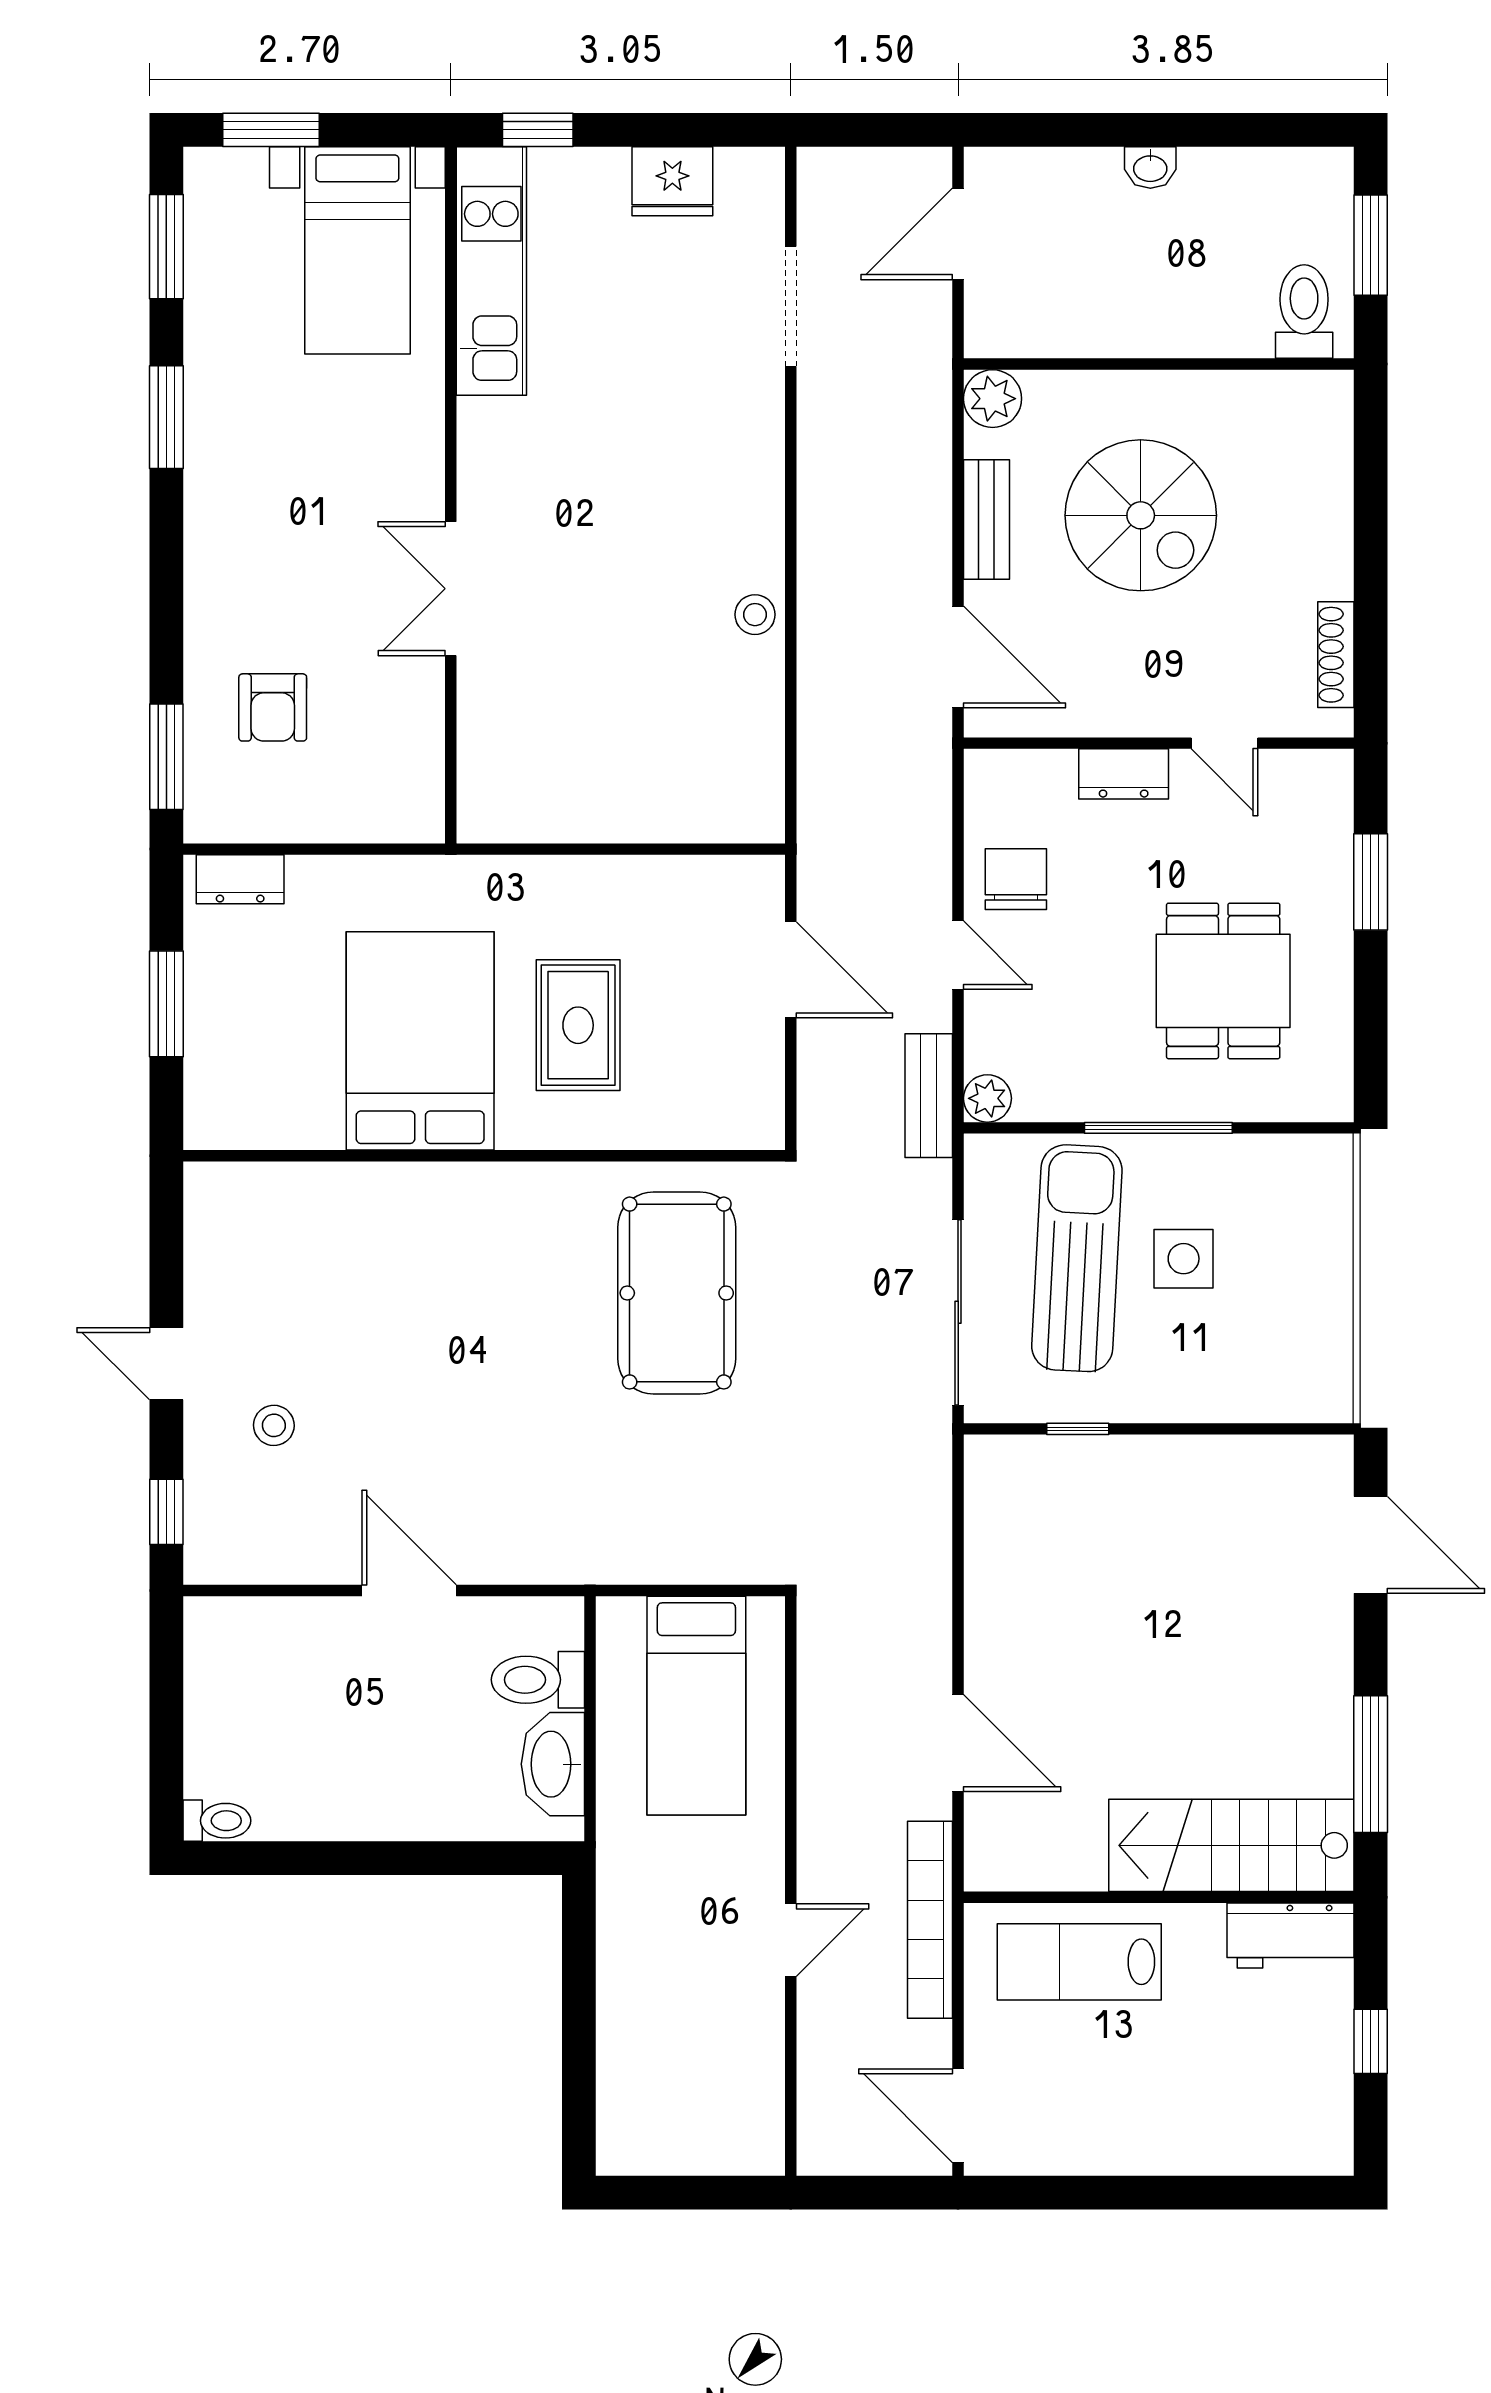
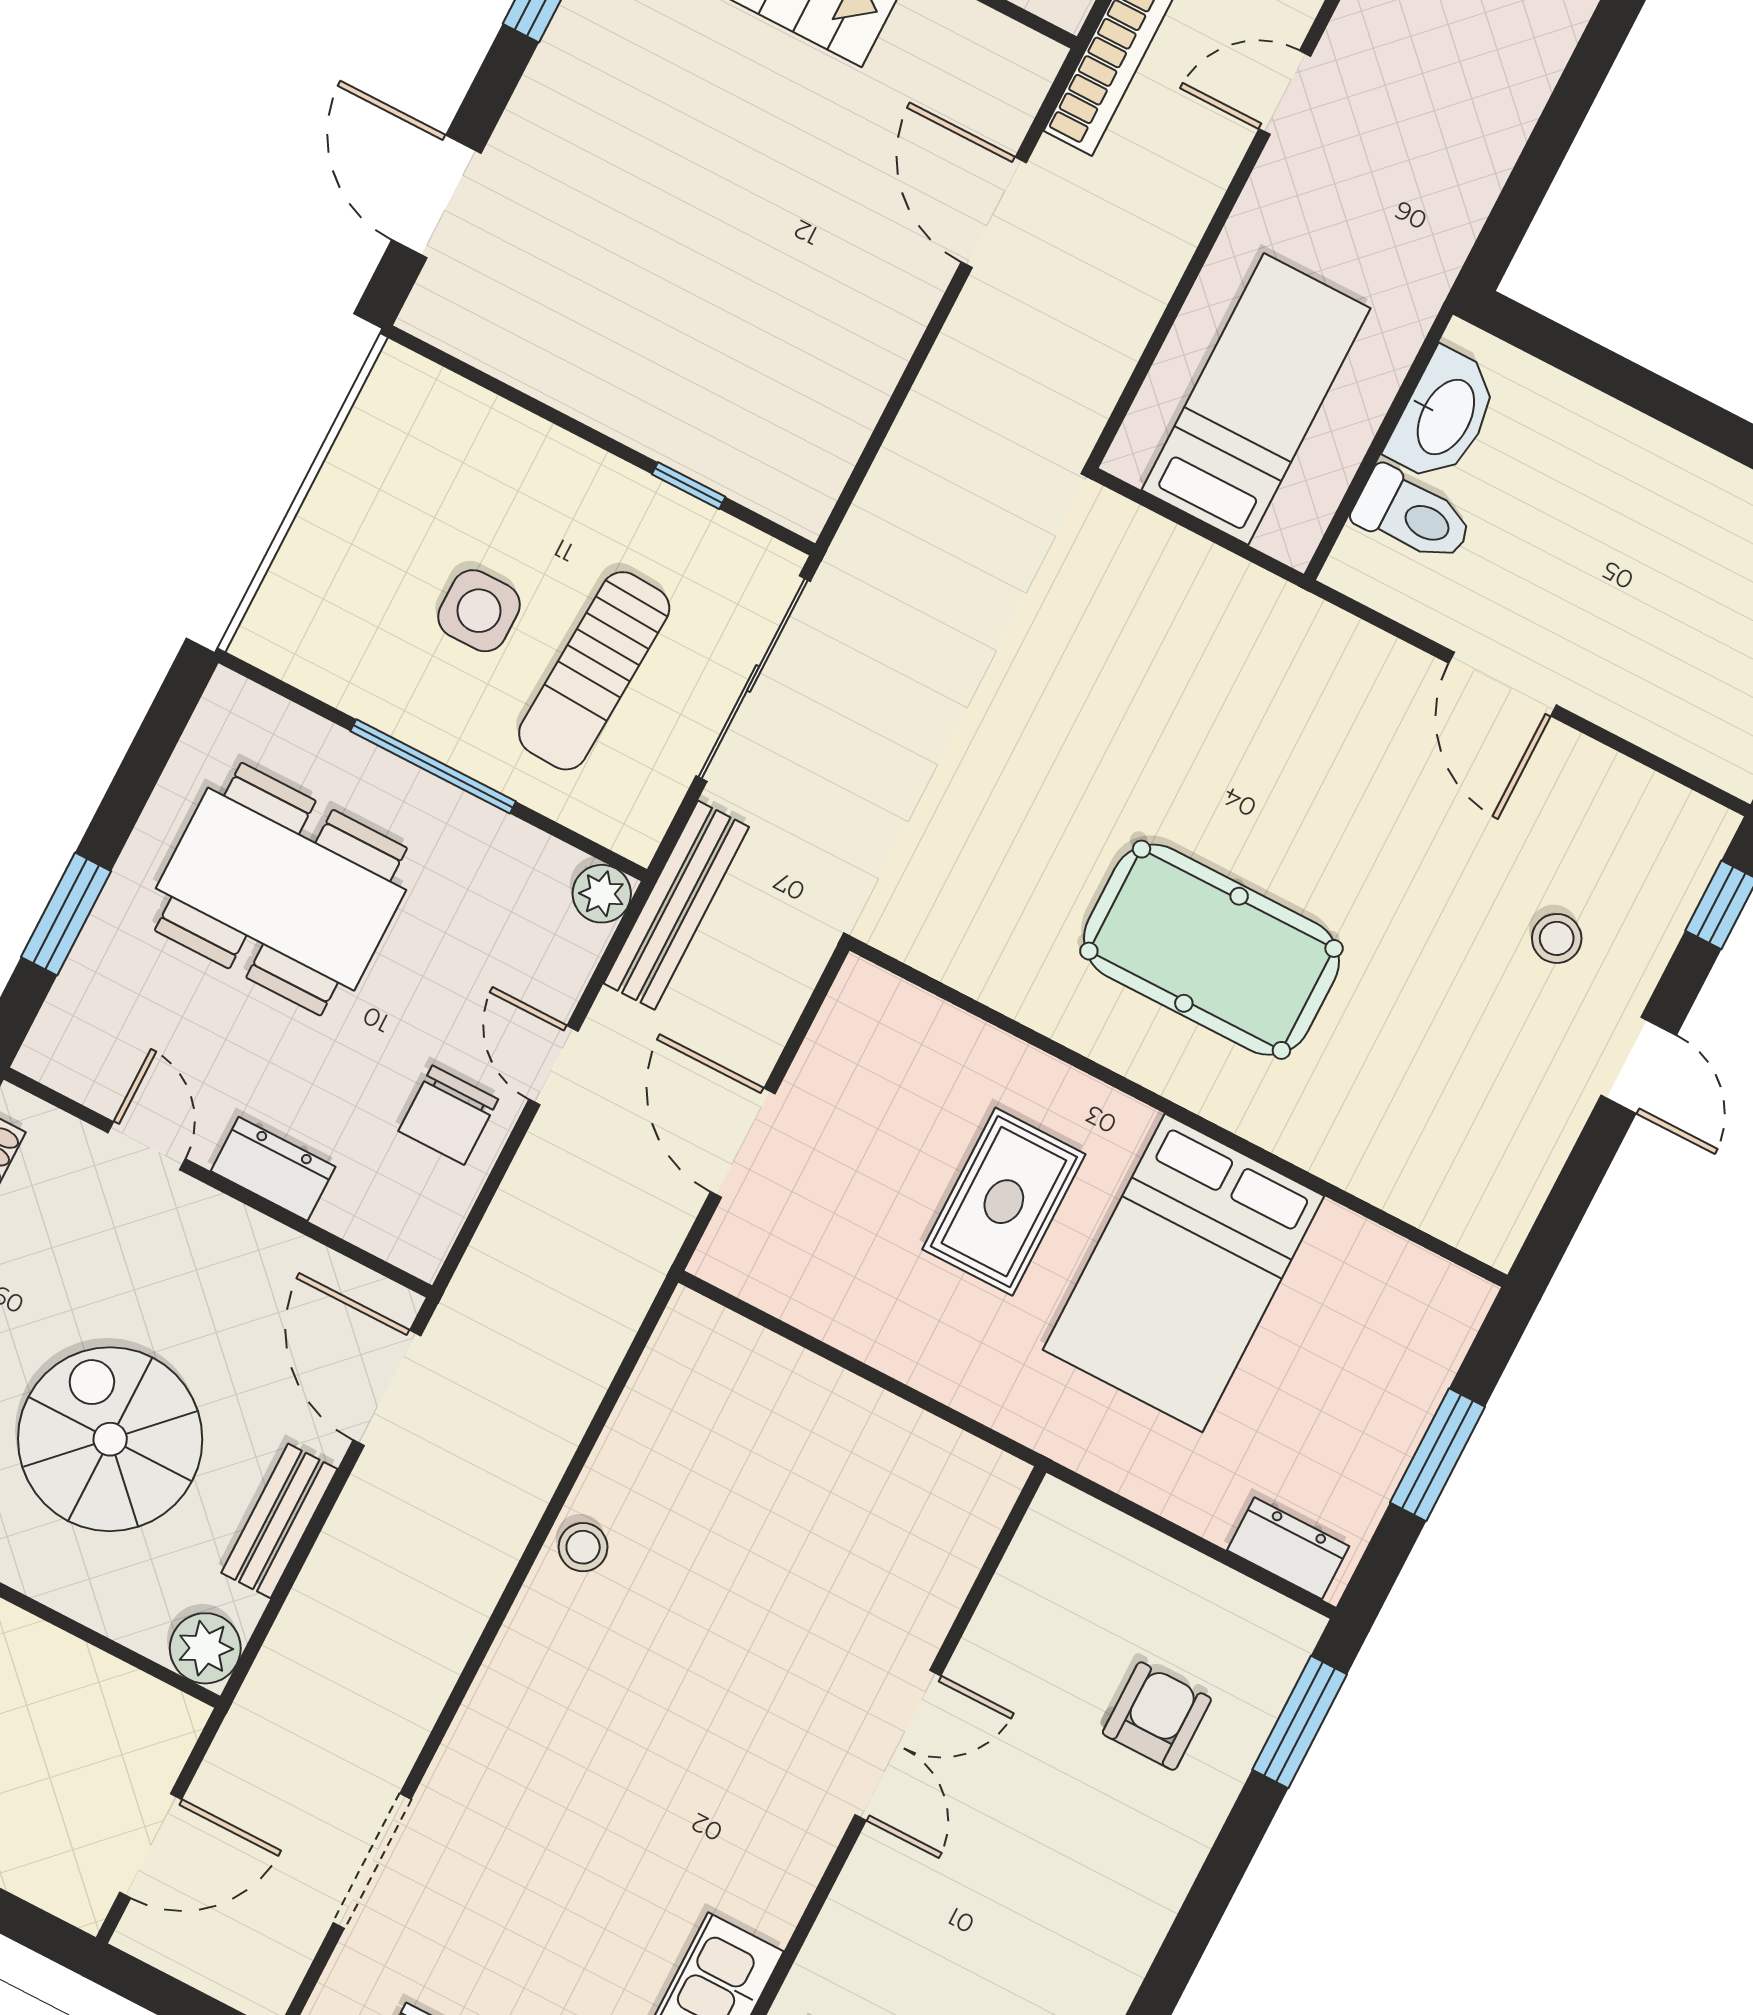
dining table: (1223, 981) -> (281, 889), width x1.38
bench: (929, 1096) -> (676, 905), width x1.36
sun lounger: (1077, 1258) -> (594, 671), width x0.73, depth x0.75
pool table: (677, 1293) -> (1211, 950), moved, turned 90

